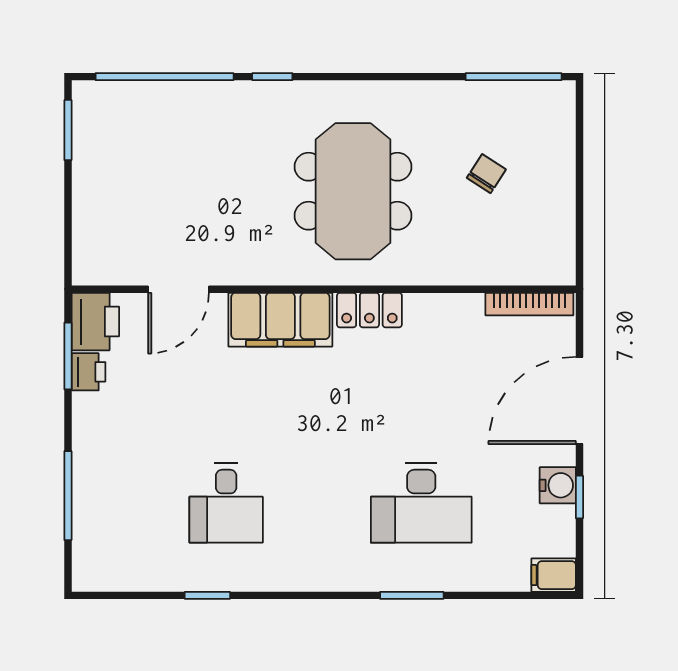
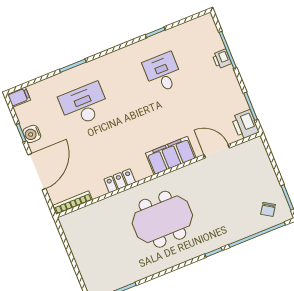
chair: (486, 174) -> (268, 209), moved
meeting table: (353, 191) -> (162, 219), turned 90
door: (179, 289) -> (217, 151), hinge flipped
locker: (369, 310) -> (120, 181), moved
printer: (89, 372) -> (222, 59), moved

